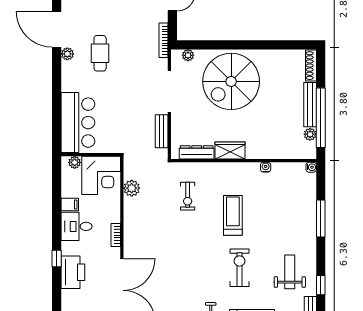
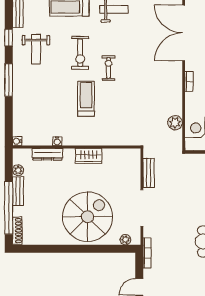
bench: (310, 105) -> (18, 191), width x0.73
window: (321, 118) -> (9, 208), moved
dresser: (197, 152) -> (47, 154), moved
exercise bike: (188, 196) -> (108, 68), moved
treadmill: (233, 215) -> (86, 99), turned 180
window: (321, 219) -> (9, 80), moved

